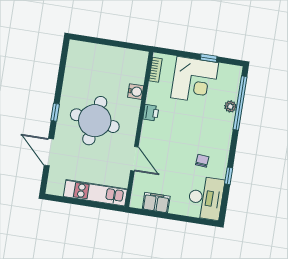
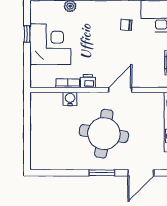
bookcase: (155, 70) -> (68, 83), moved
window: (55, 112) -> (102, 173), width x1.50
door: (134, 159) -> (120, 90), moved

